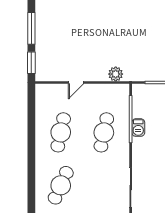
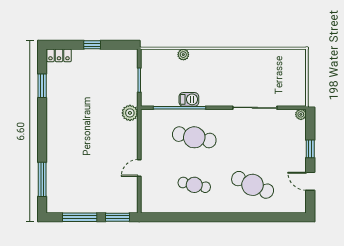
plant: (116, 74) -> (130, 113), moved
door: (76, 83) -> (139, 168), swing flipped
cafe table: (61, 132) -> (194, 185), width x0.73, depth x0.74

